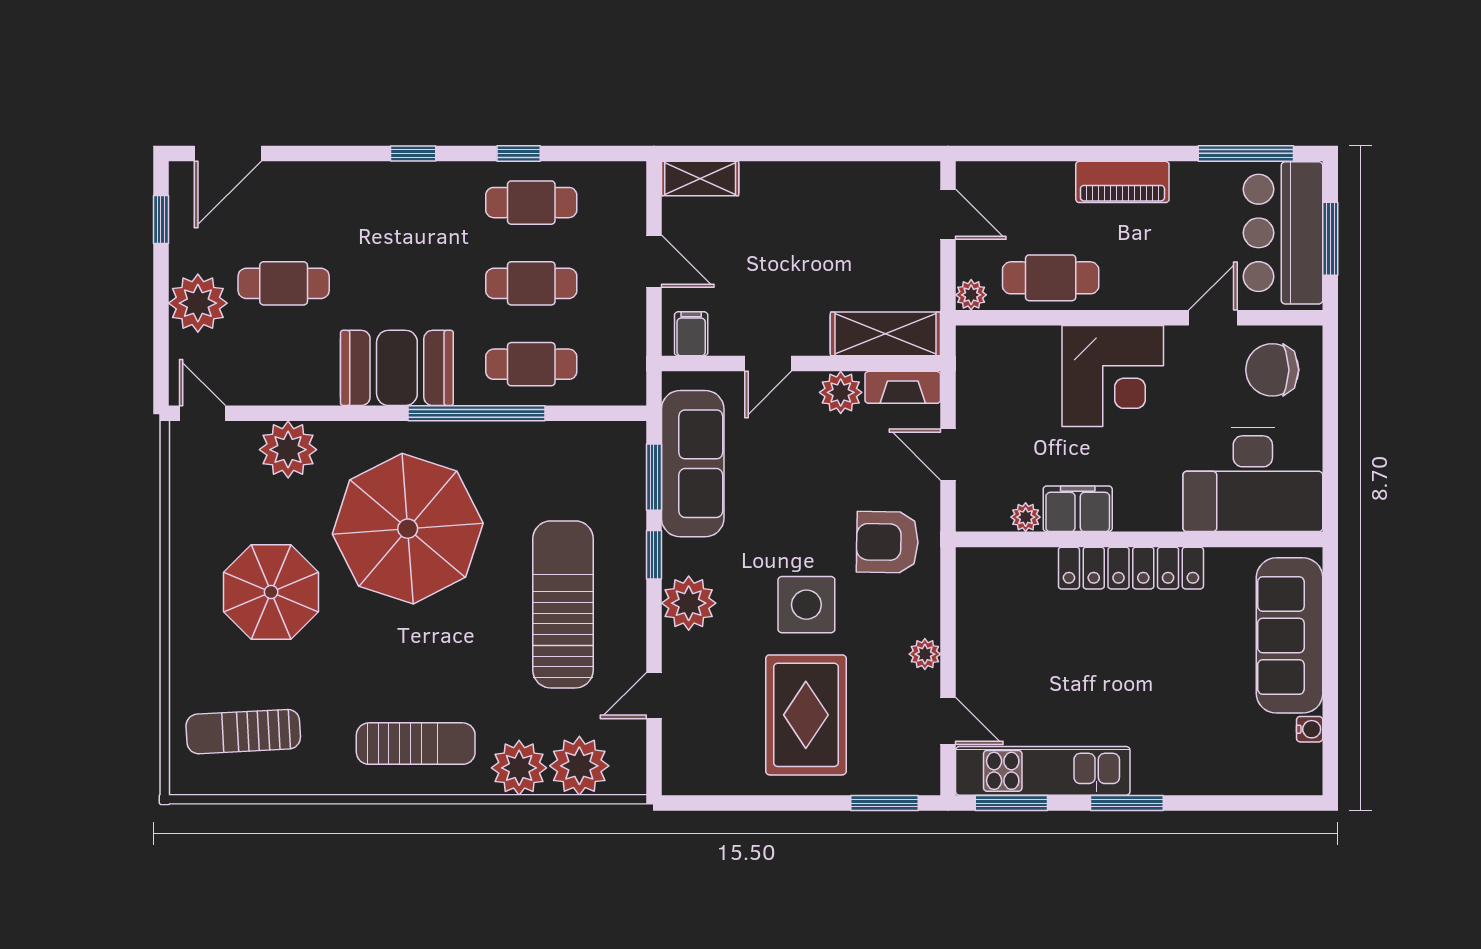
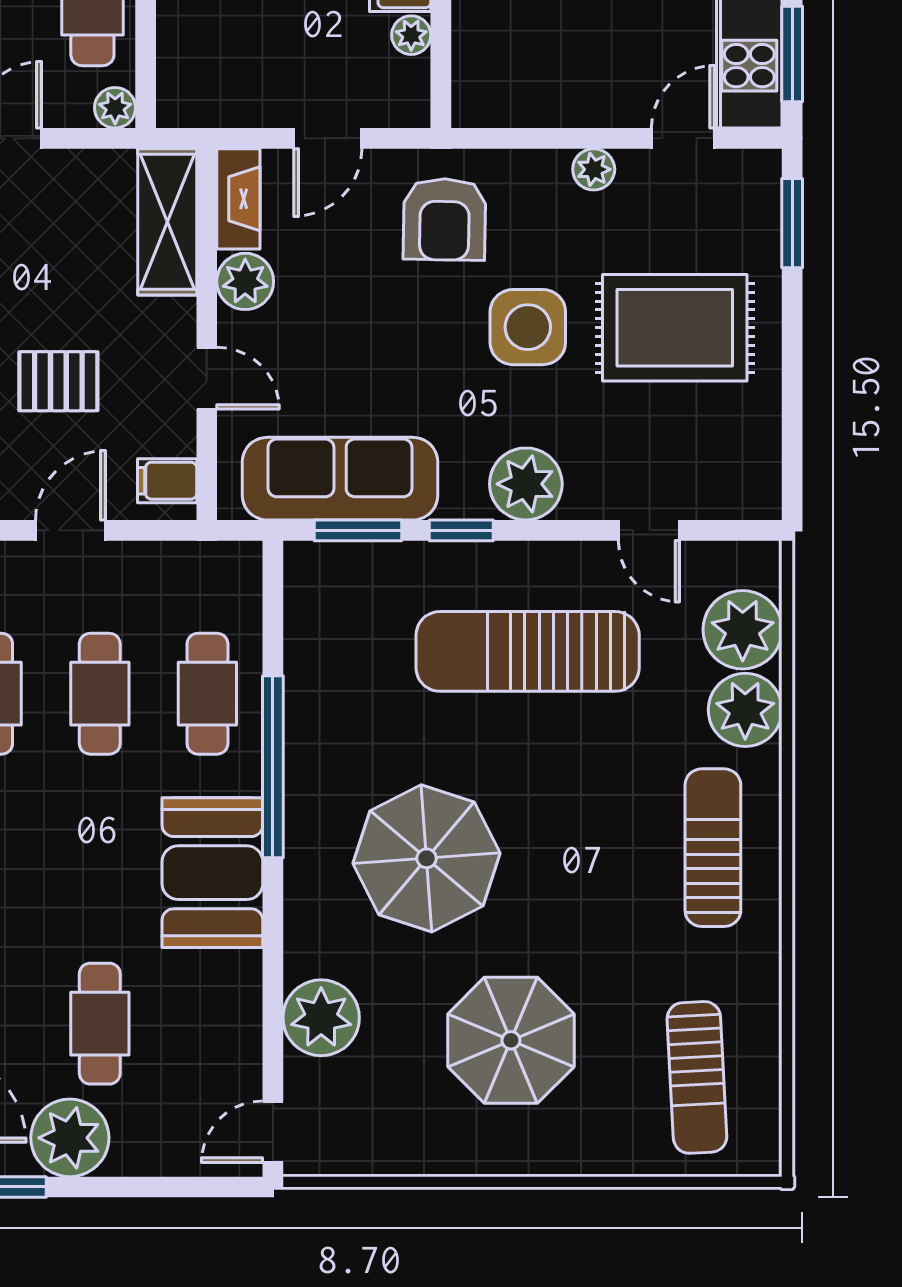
pallet: (766, 252) -> (58, 381), added
plant: (198, 303) -> (70, 1138), moved
parasol: (408, 529) -> (427, 858), width x0.73, depth x0.73

